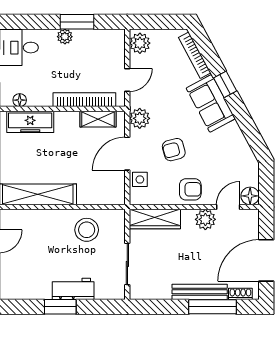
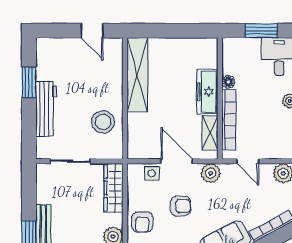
floor lamp: (20, 100) -> (228, 82), moved
freezer: (30, 122) -> (207, 92), moved
armchair: (174, 150) -> (181, 206), turned 105
workbench: (73, 289) -> (46, 109), width x1.38
window: (60, 307) -> (29, 82), moved

